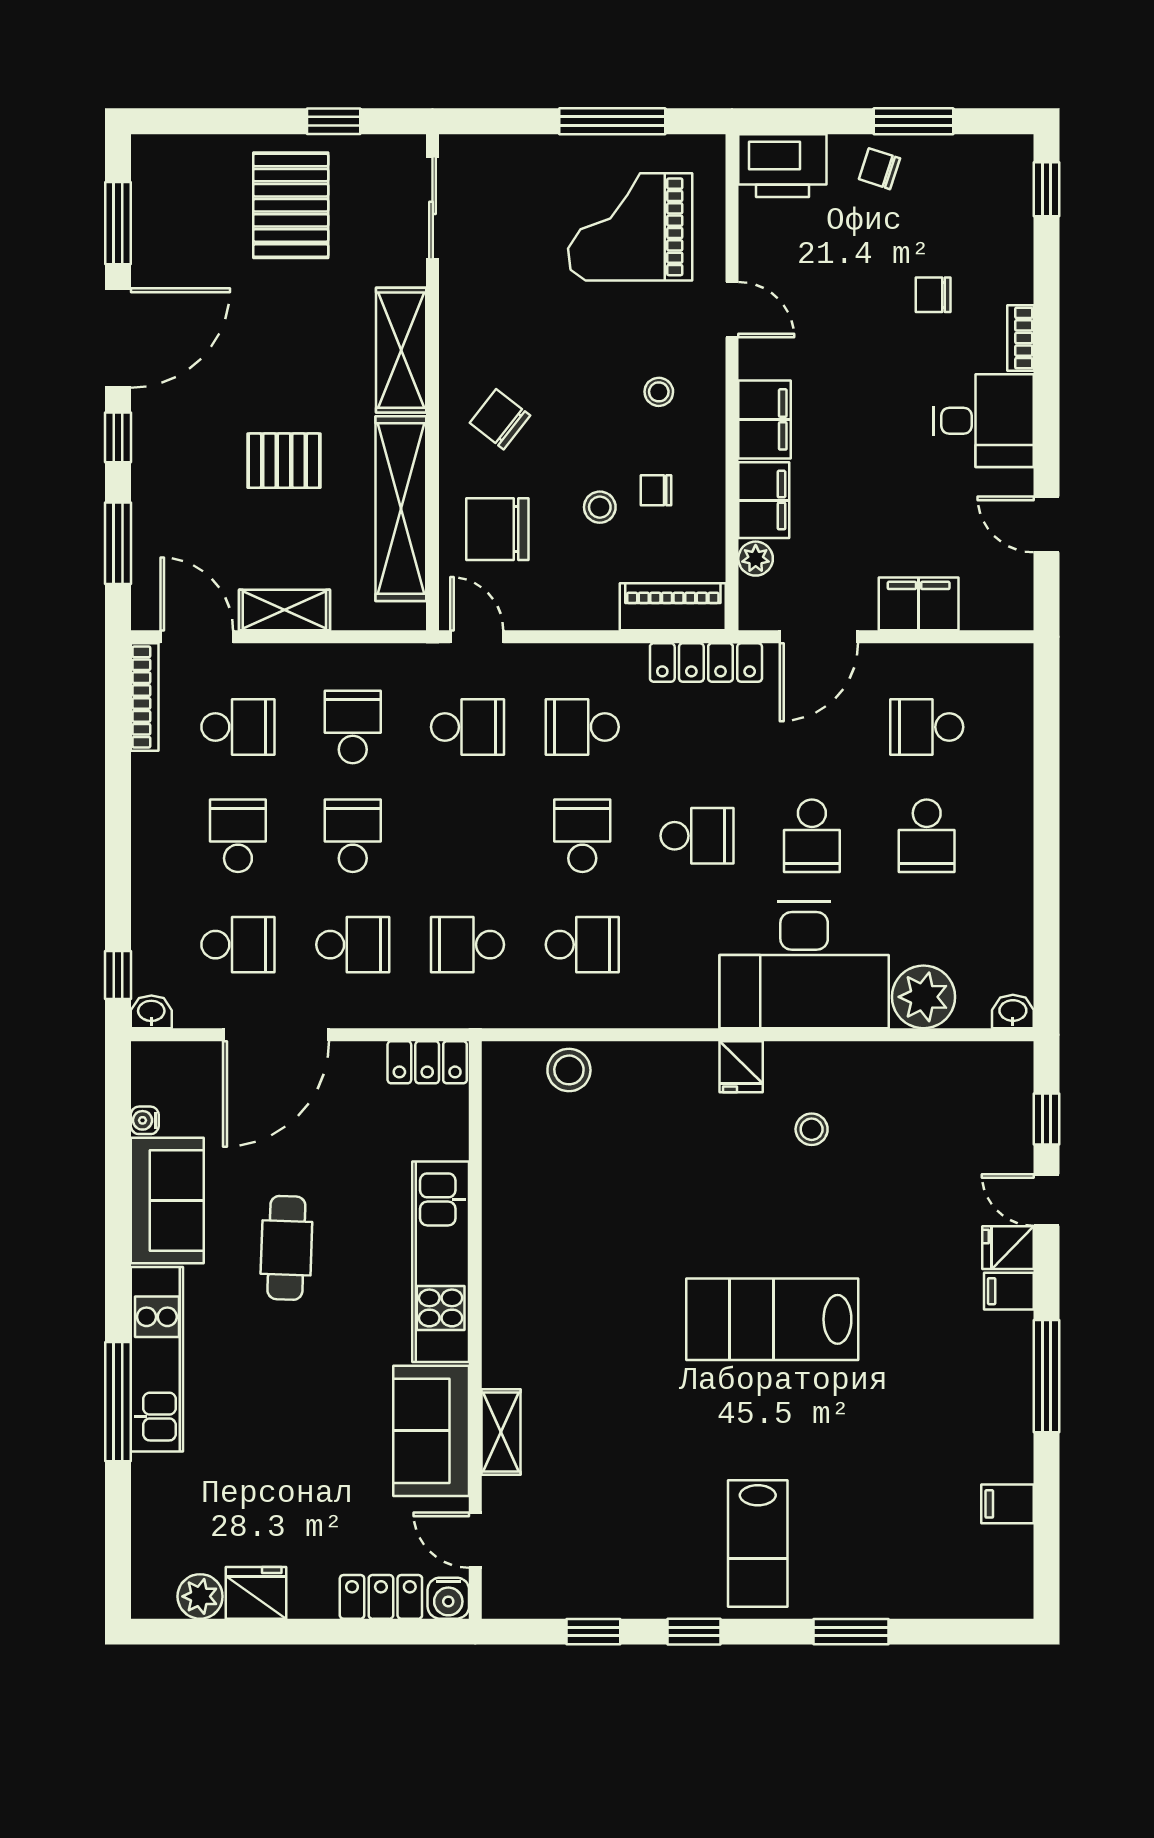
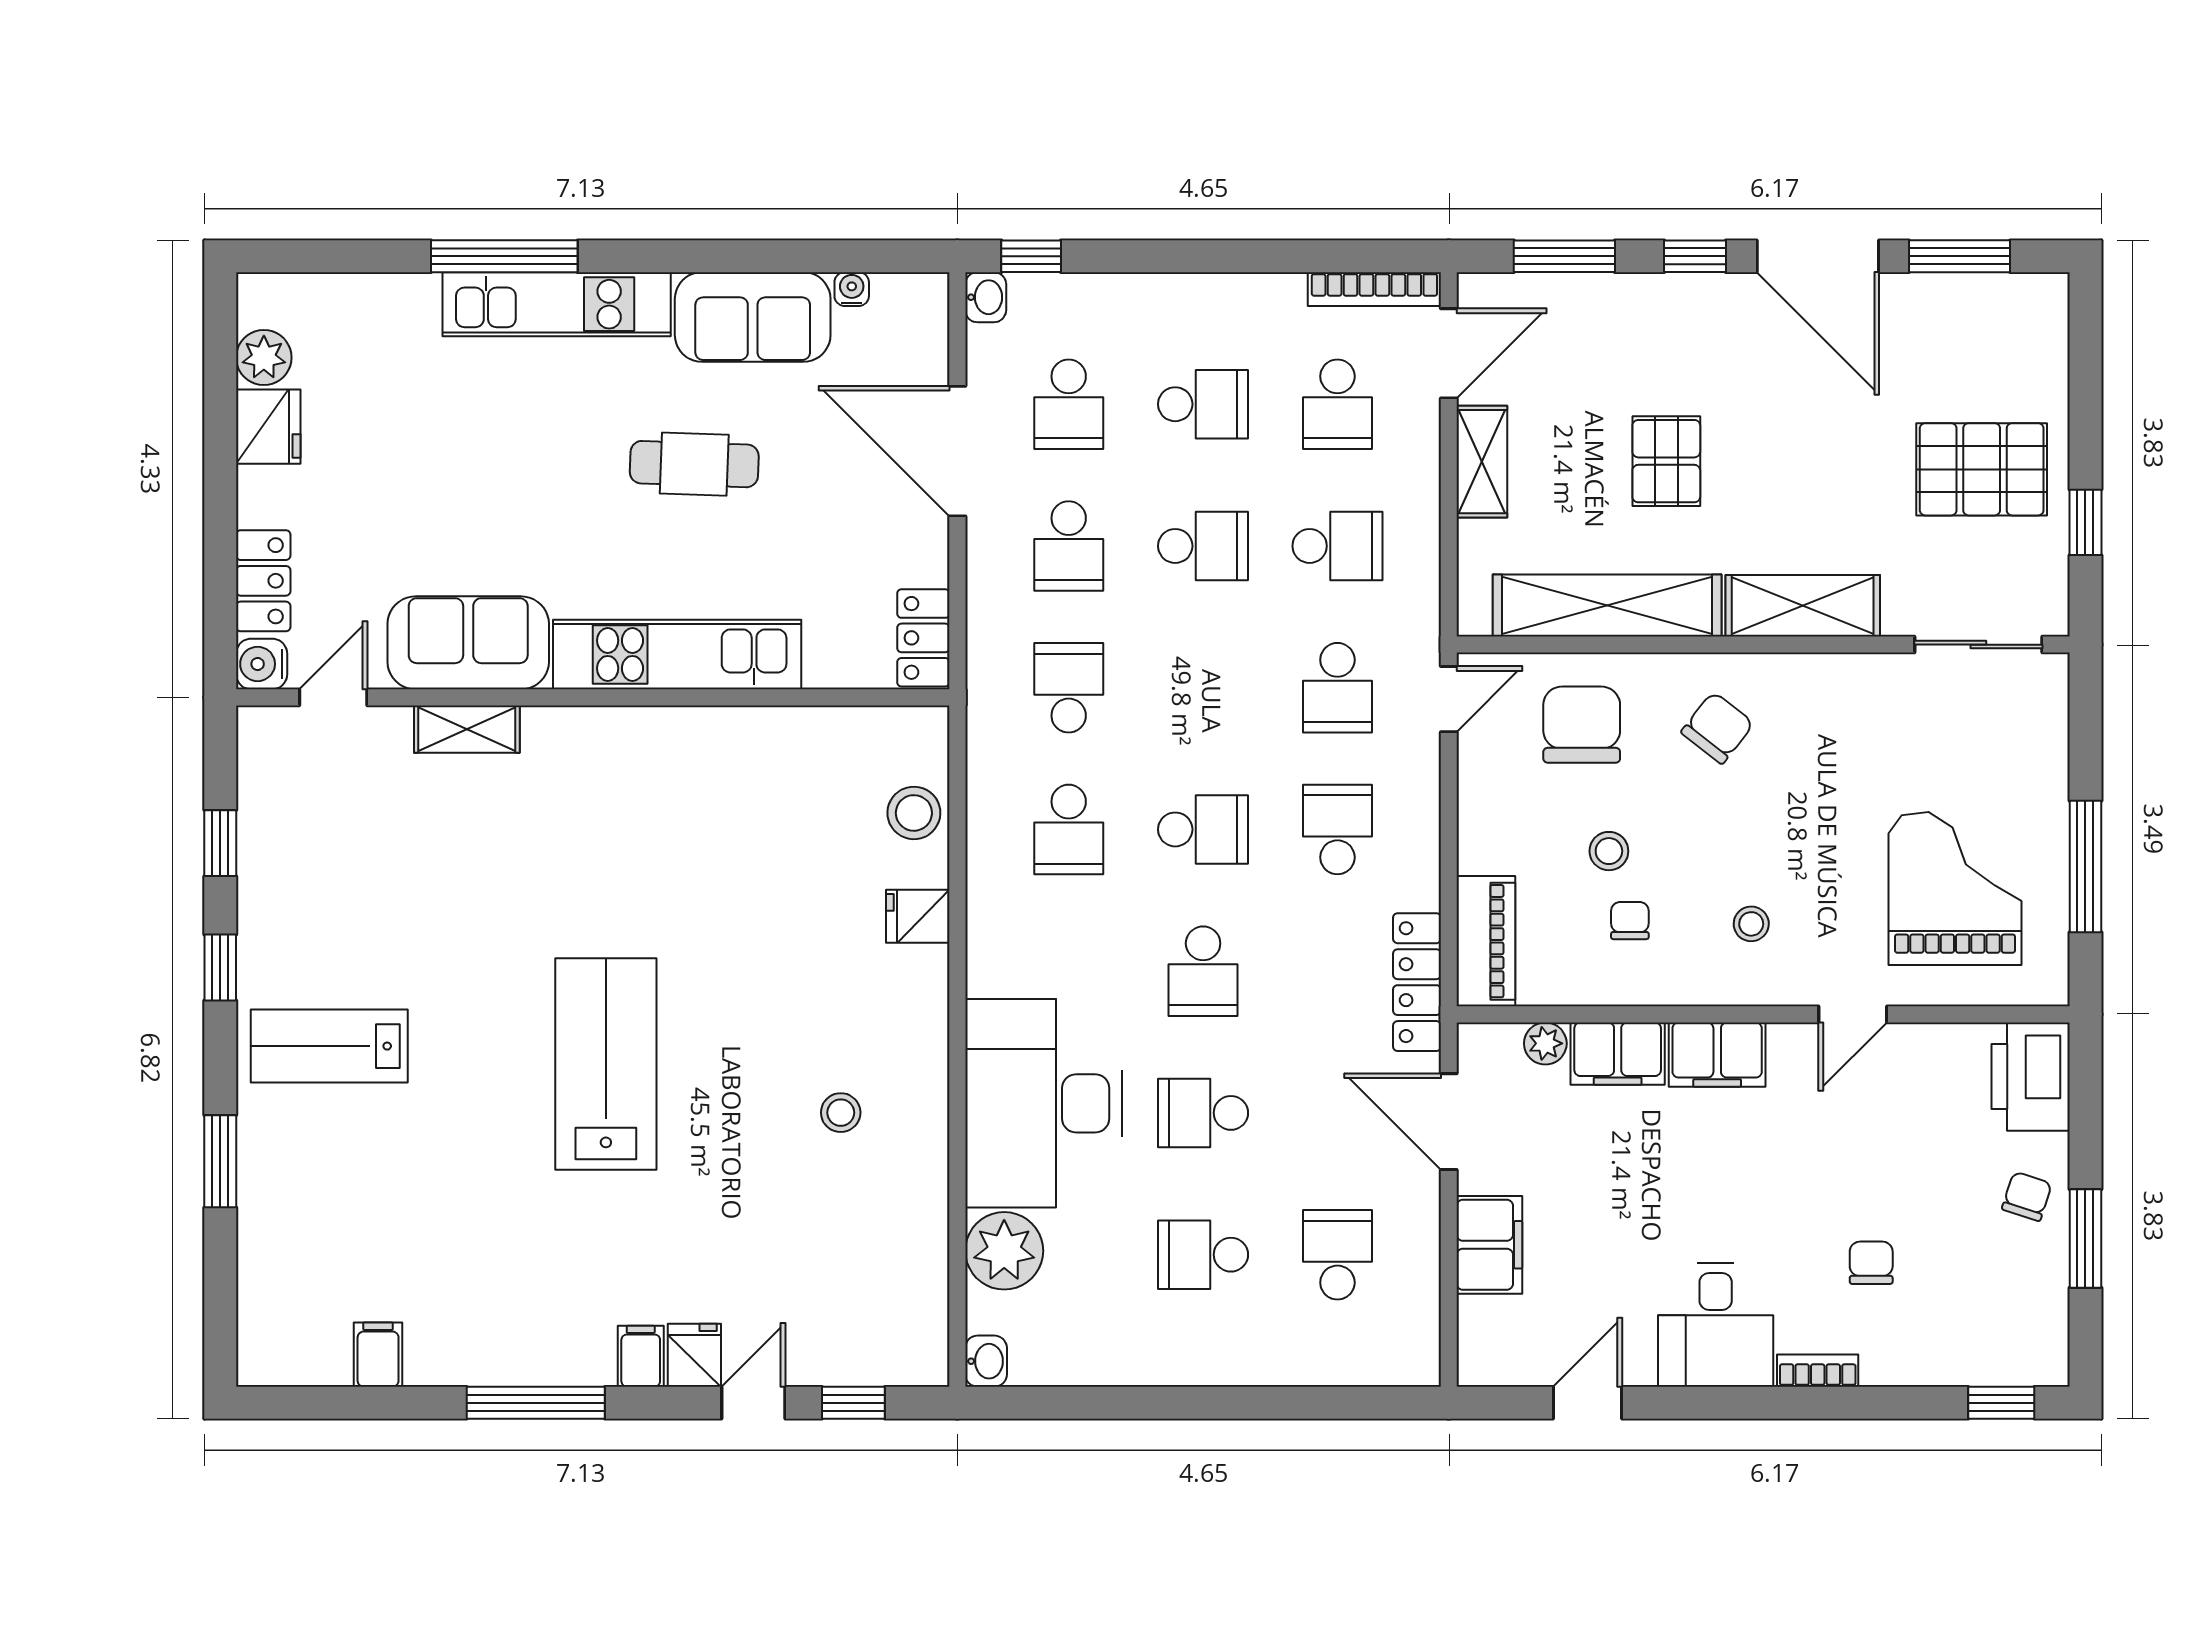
fridge: (741, 1067) -> (918, 916), moved

